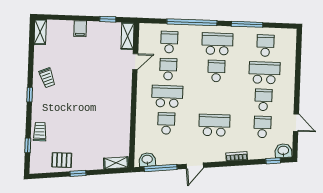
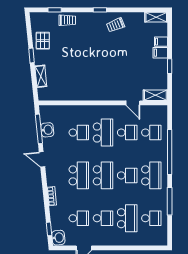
window: (108, 19) -> (170, 66), moved
filing cabinet: (68, 27) -> (161, 42), added
school desk: (215, 98) -> (103, 175), added
washbasin: (147, 160) -> (47, 130), moved
shelving: (116, 163) -> (41, 76), moved

